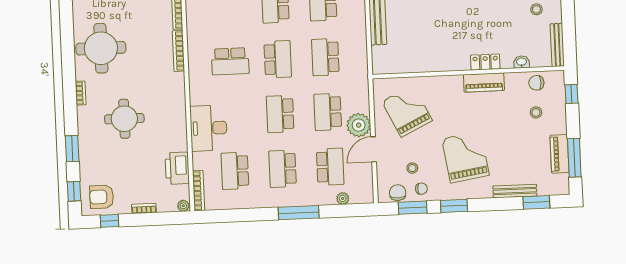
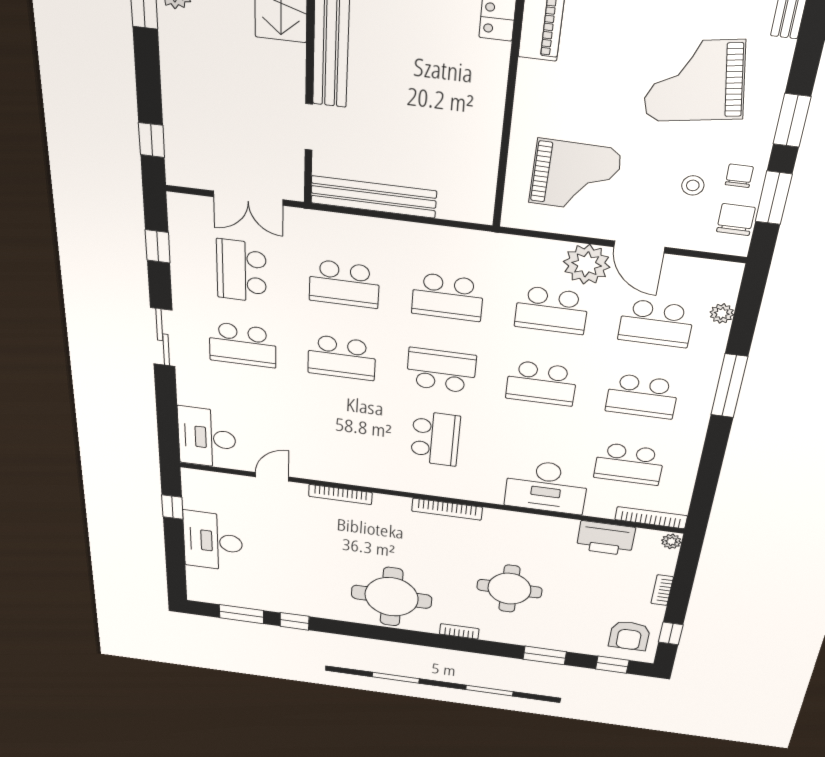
bookcase: (178, 51) -> (447, 509), moved
grand piano: (407, 111) -> (575, 176), turned -153
school desk: (330, 167) -> (656, 323), turned 180
chair: (398, 193) -> (736, 220), turned 90

